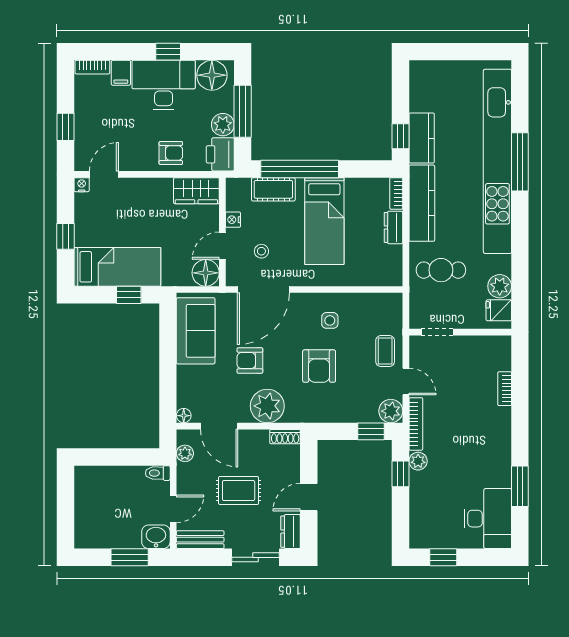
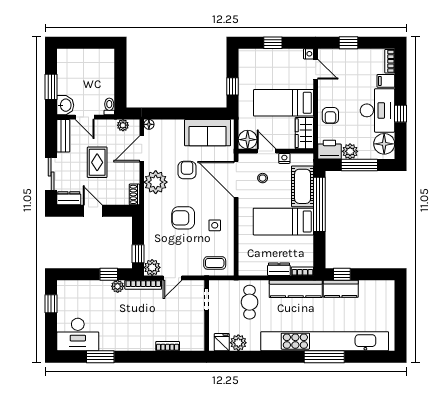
cot: (273, 189) -> (303, 186), width x1.37, depth x1.34
bed: (117, 267) -> (284, 103), moved, turned 90
coffee table: (385, 351) -> (215, 263), moved

